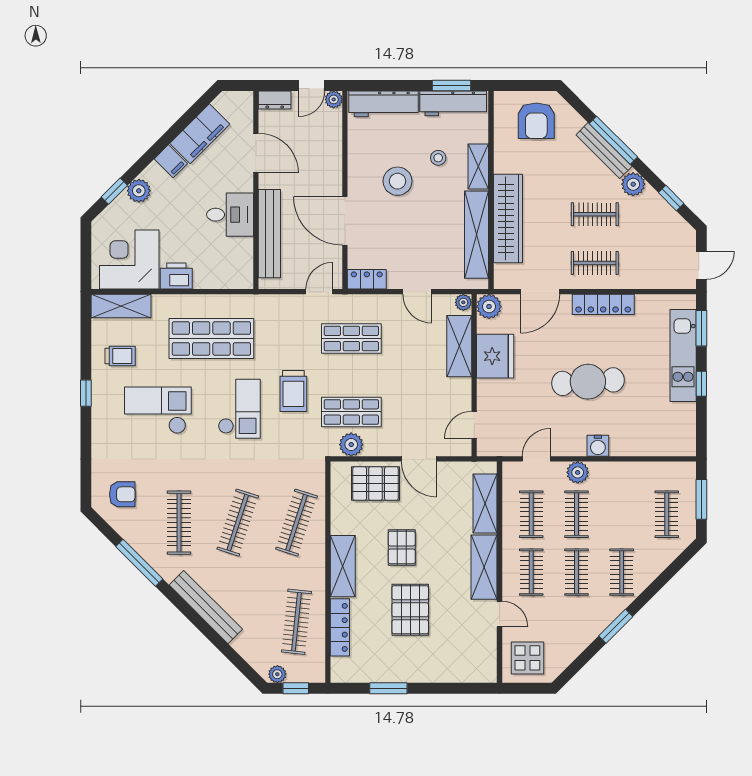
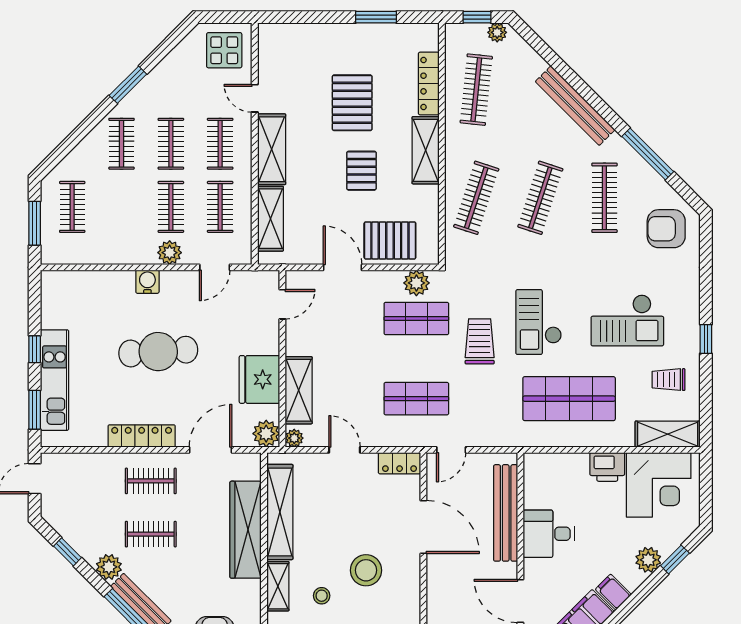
armchair: (122, 494) -> (666, 229), width x1.38, depth x1.38

